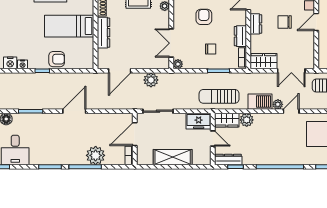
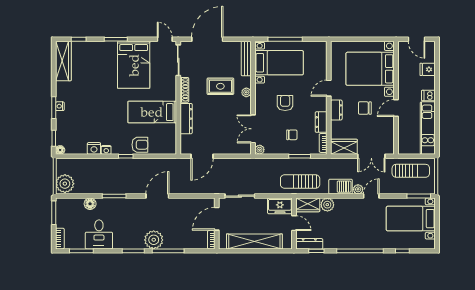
plant: (151, 80) -> (233, 165), removed
plant: (96, 155) -> (154, 240), moved
shelving: (173, 157) -> (254, 241), width x1.47

